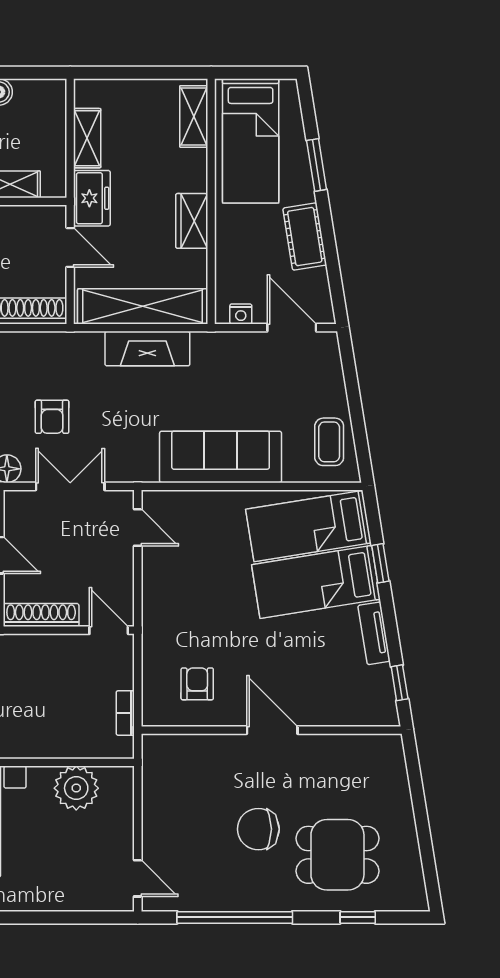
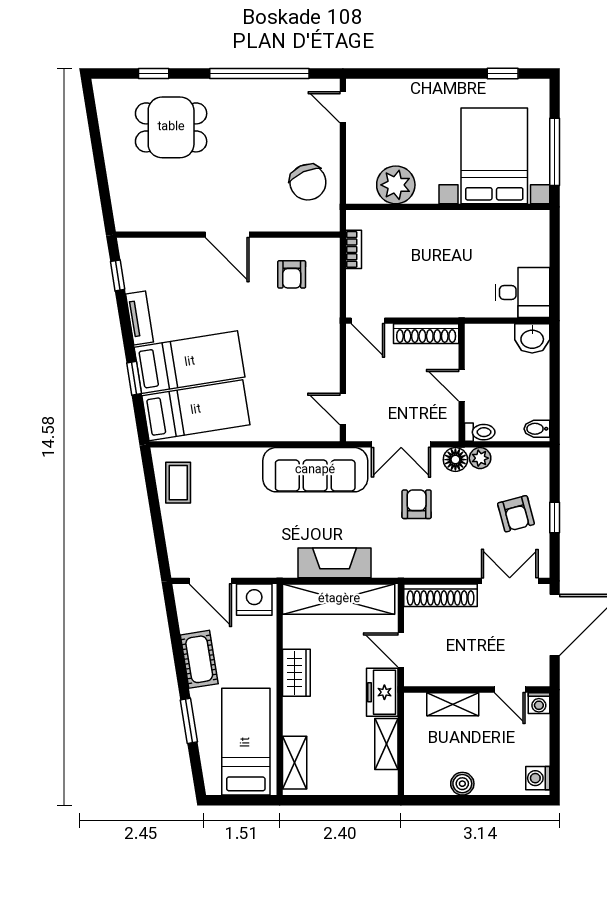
nightstand: (241, 314) -> (254, 600), width x1.89, depth x1.79
sofa: (221, 457) -> (315, 470), moved
chair: (258, 829) -> (308, 182), moved, turned 66

